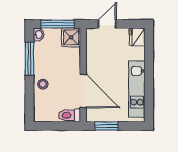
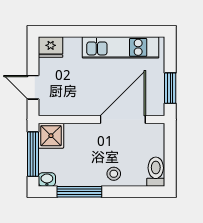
toilet: (70, 115) -> (156, 172), moved, turned 180

